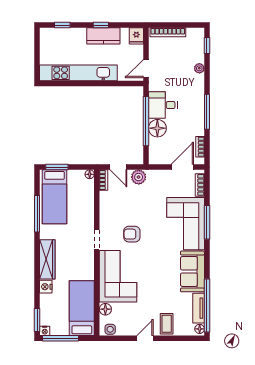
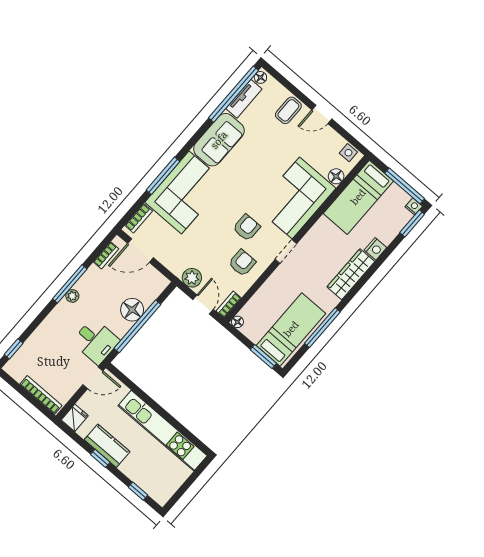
plant: (199, 68) -> (72, 296), moved
desk: (163, 105) -> (96, 341), moved
armchair: (117, 211) -> (242, 263), added
armchair: (132, 234) -> (247, 228), turned -90

